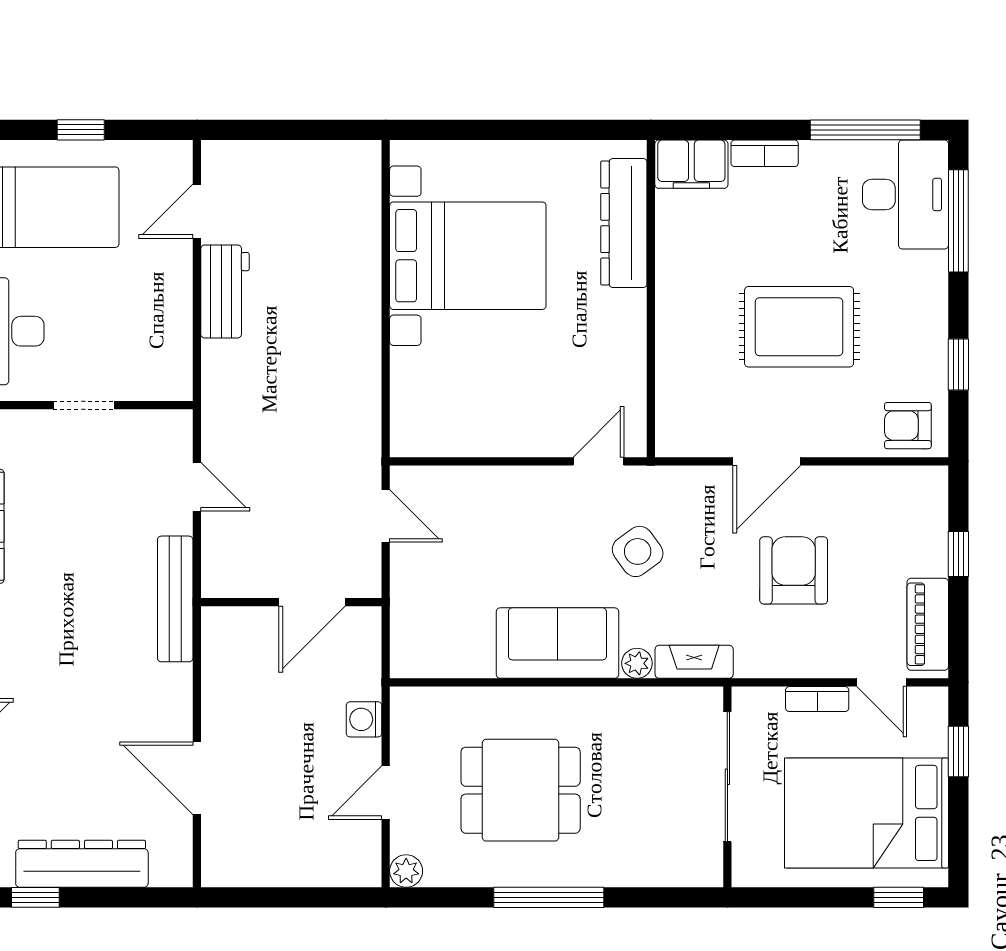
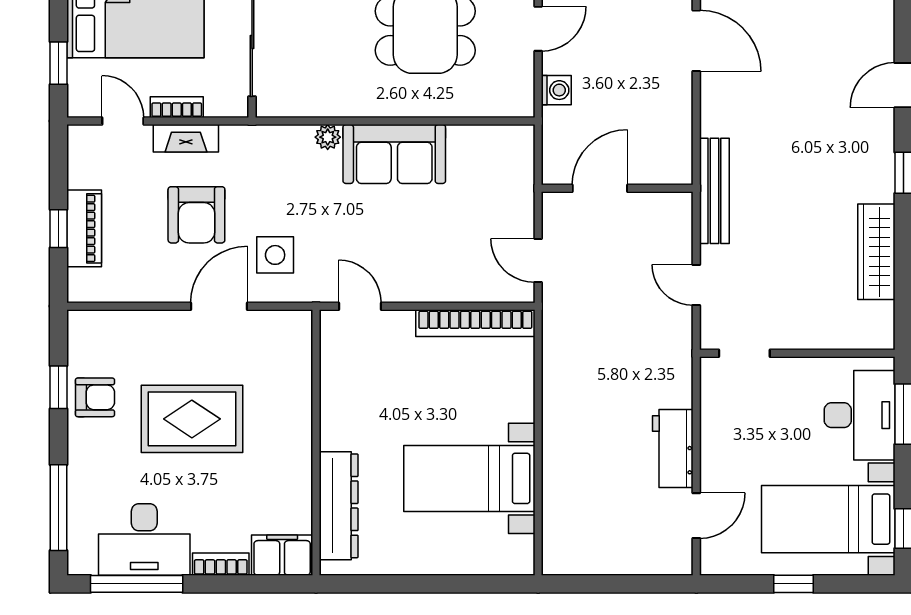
desk: (905, 194) -> (144, 540), moved, turned -90
bed with nightstands: (468, 256) -> (469, 478), width x0.73
doorway: (84, 405) -> (744, 353), moved
armchair: (908, 426) -> (95, 397), moved
bookcase: (461, 441) -> (475, 323), added
door: (598, 461) -> (360, 306), swing flipped
side table: (638, 551) -> (275, 255), moved, turned 36
piano: (928, 624) -> (84, 228), moved
fireplace: (694, 662) -> (186, 138), moved

